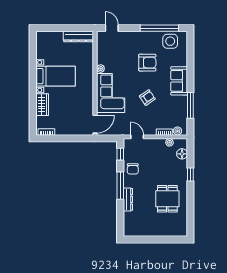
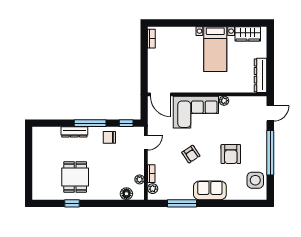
window: (159, 28) -> (270, 153), moved
wardrobe: (42, 105) -> (248, 34), moved
window: (190, 174) -> (72, 203), moved
dining table: (167, 199) -> (75, 177), turned 90

